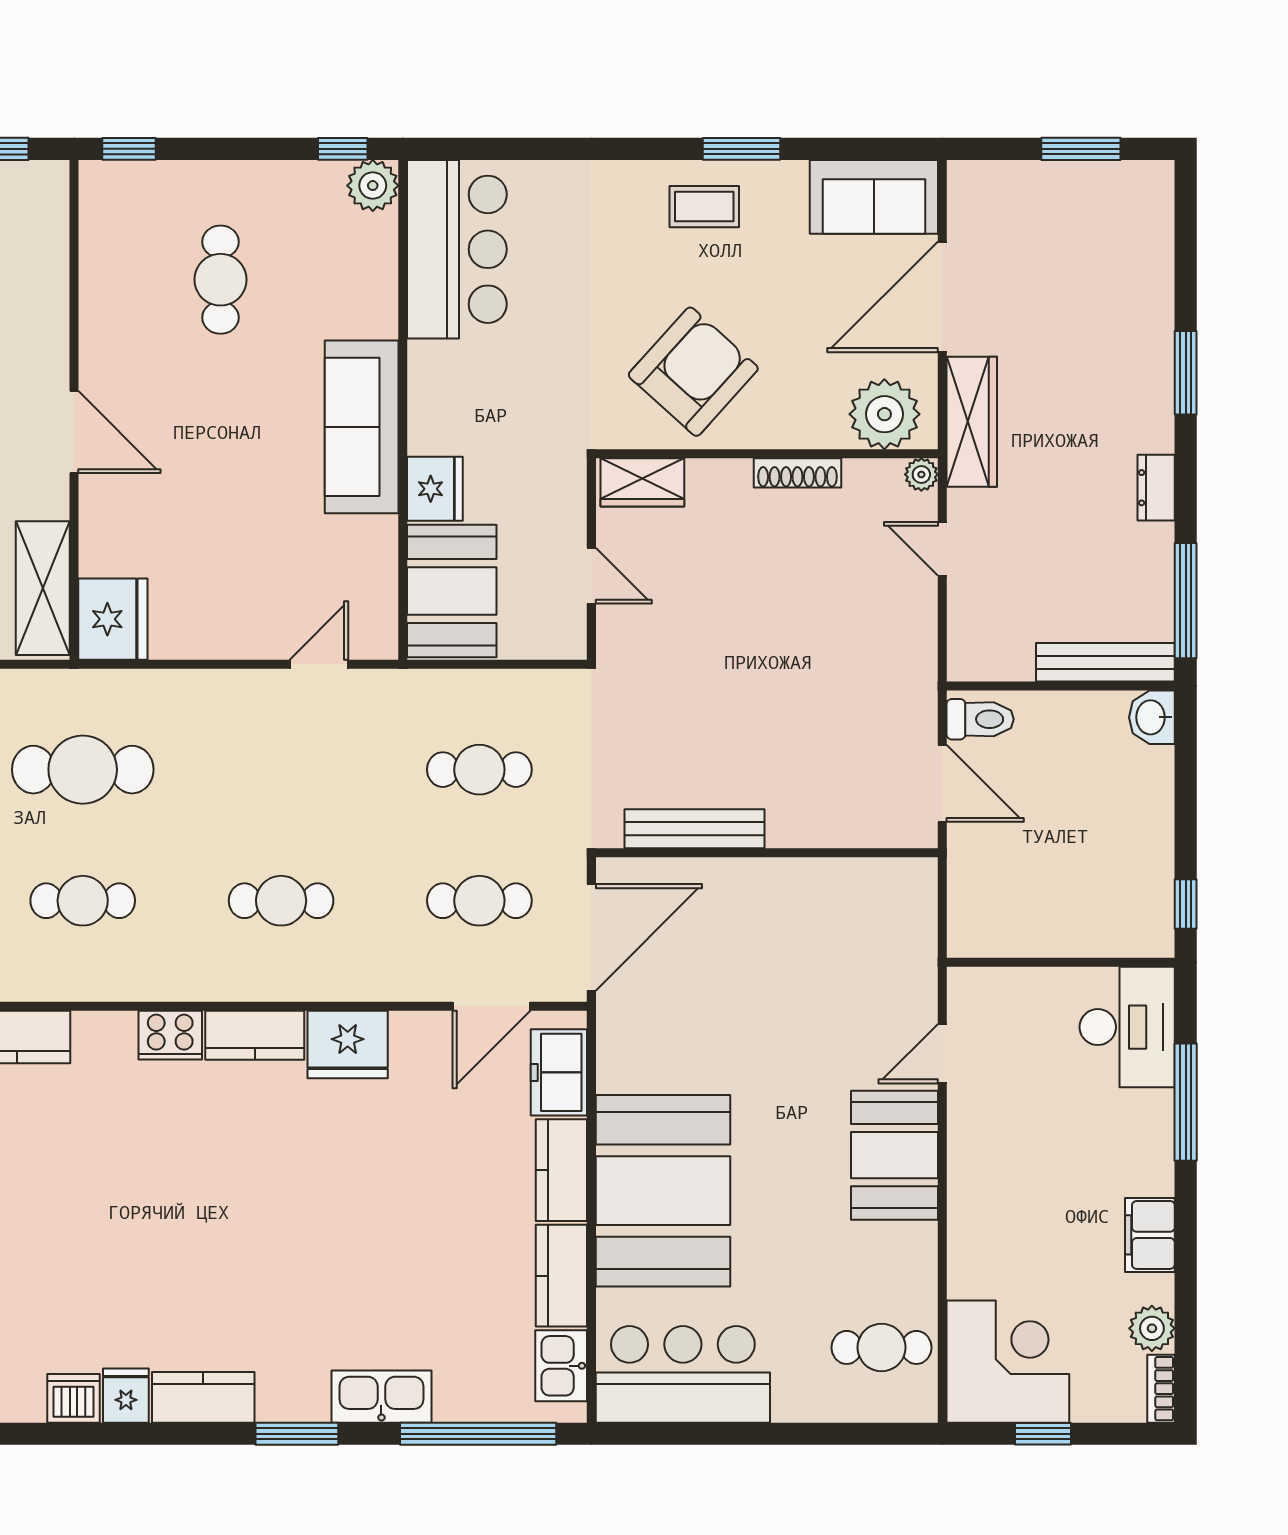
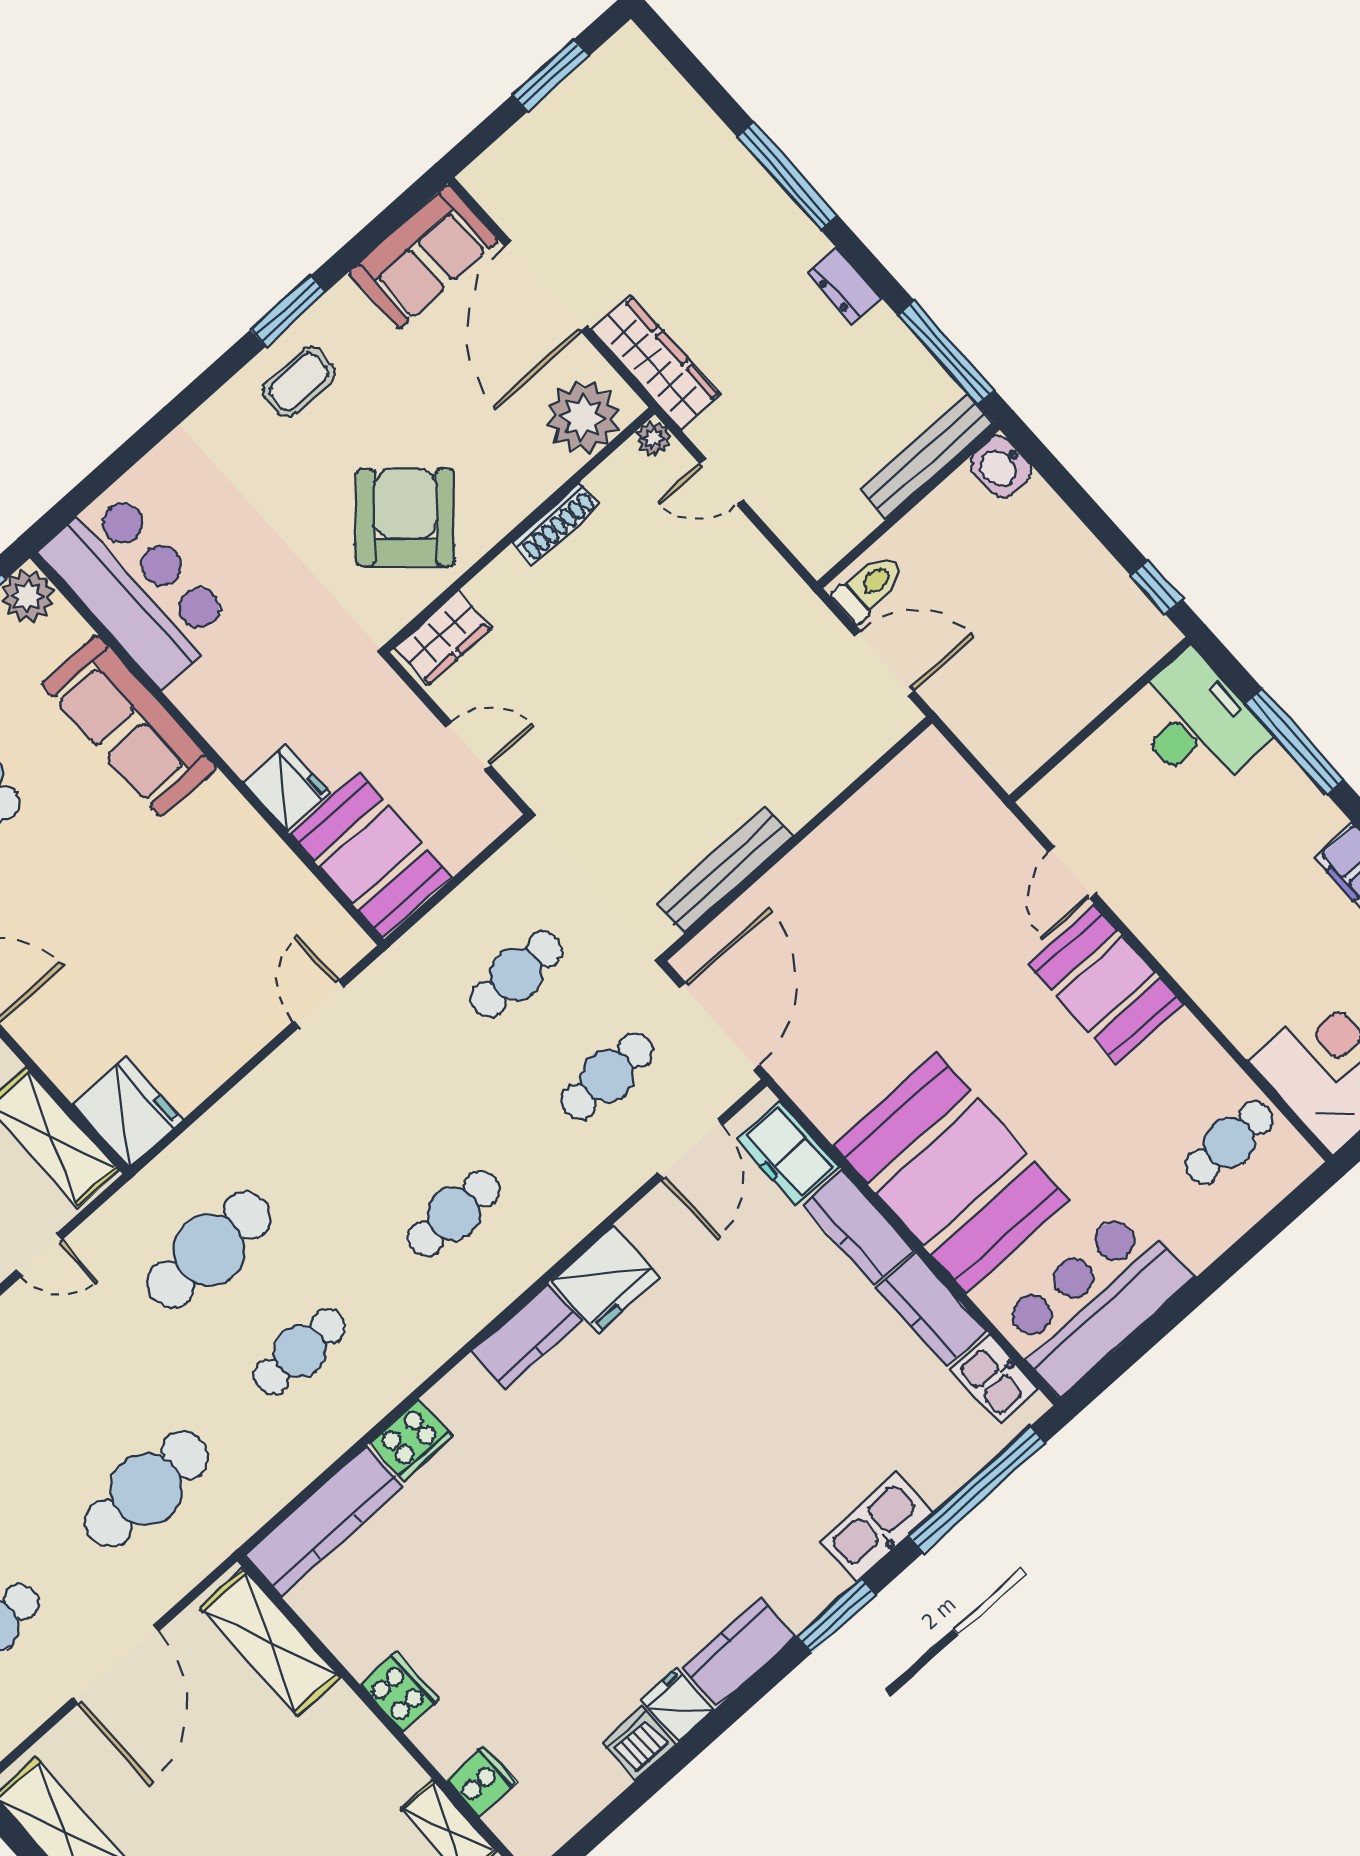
window: (1186, 373) -> (787, 176), width x1.44
sofa: (362, 427) -> (129, 726), moved
cooker: (170, 1035) -> (411, 1440), moved

